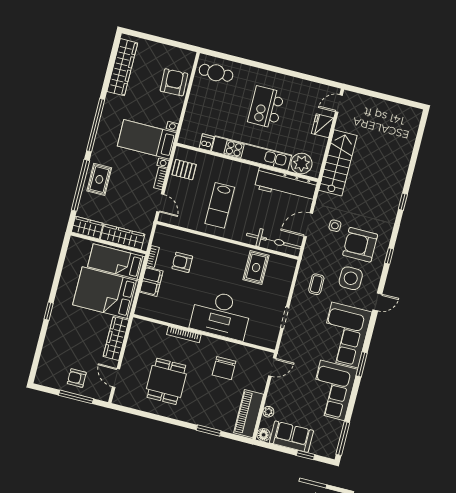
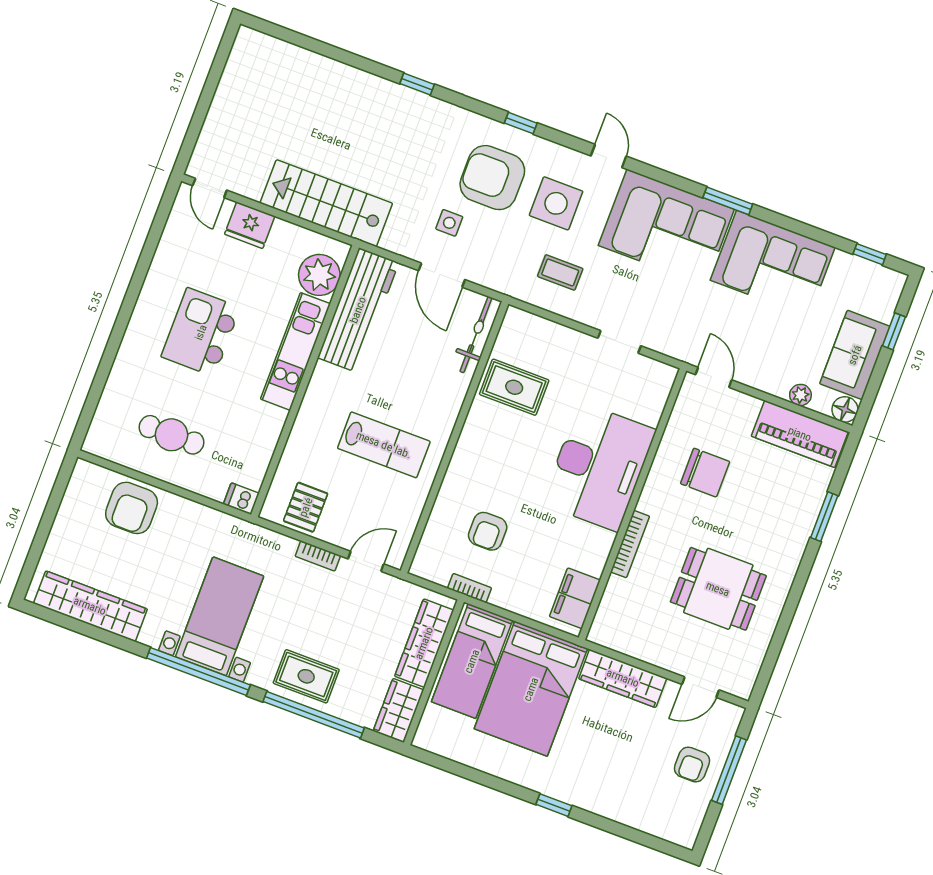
cafe table: (216, 73) -> (171, 435), moved, turned 90
armchair: (174, 82) -> (132, 508), turned -88
kitchen island: (266, 107) -> (201, 332), turned 90
bed with nightstands: (147, 139) -> (220, 616), moved, turned 180
dishwasher: (207, 142) -> (241, 499), moved
kitchen unit: (252, 153) -> (295, 351), width x0.73
bicycle: (274, 241) -> (476, 335), width x0.73, depth x0.71
armchair: (360, 245) -> (492, 178), turned 90
filing cabinet: (151, 282) -> (575, 598), moved, turned -90
window: (343, 439) -> (870, 254), width x0.46

